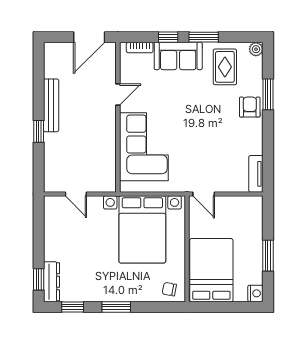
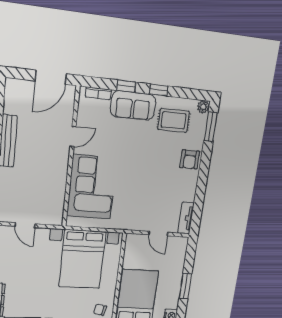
window: (204, 37) -> (159, 90), width x0.67
rug: (225, 67) -> (174, 120), turned 90
window: (268, 94) -> (211, 127), moved
armchair: (250, 107) -> (190, 159), turned 180
door: (204, 194) -> (158, 234), moved

